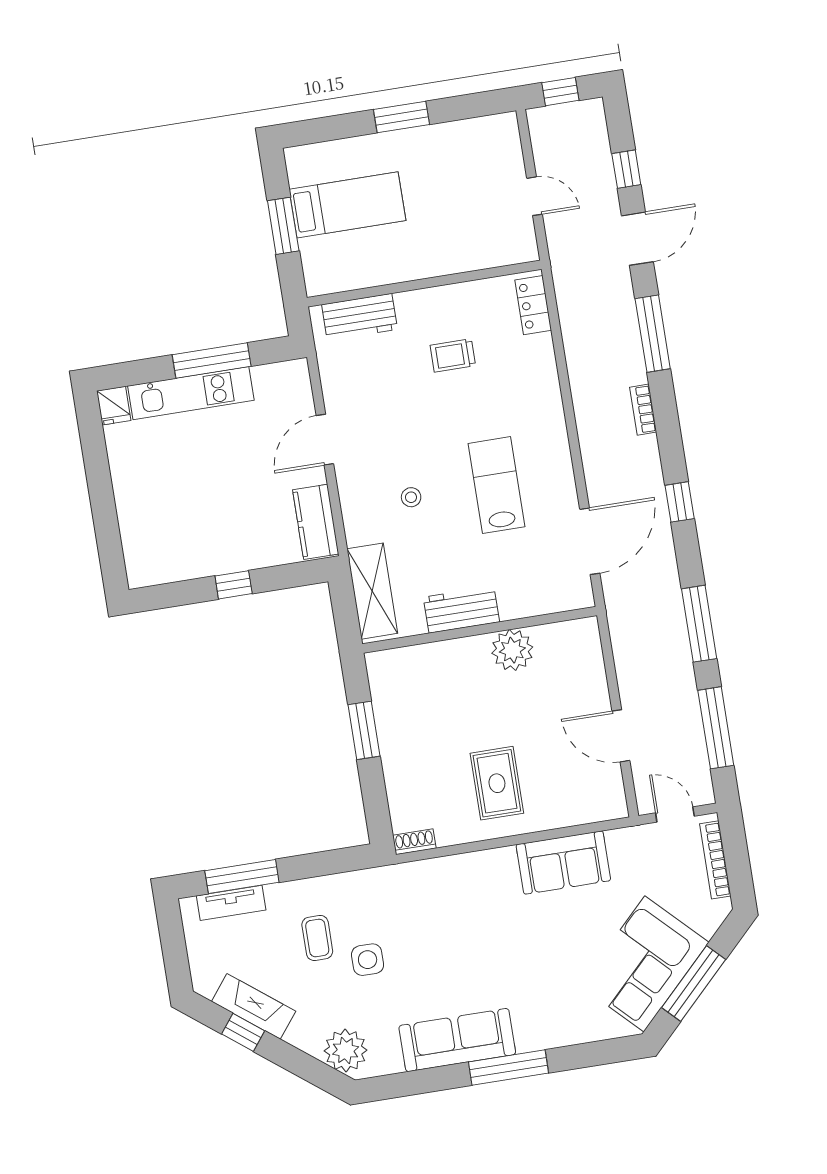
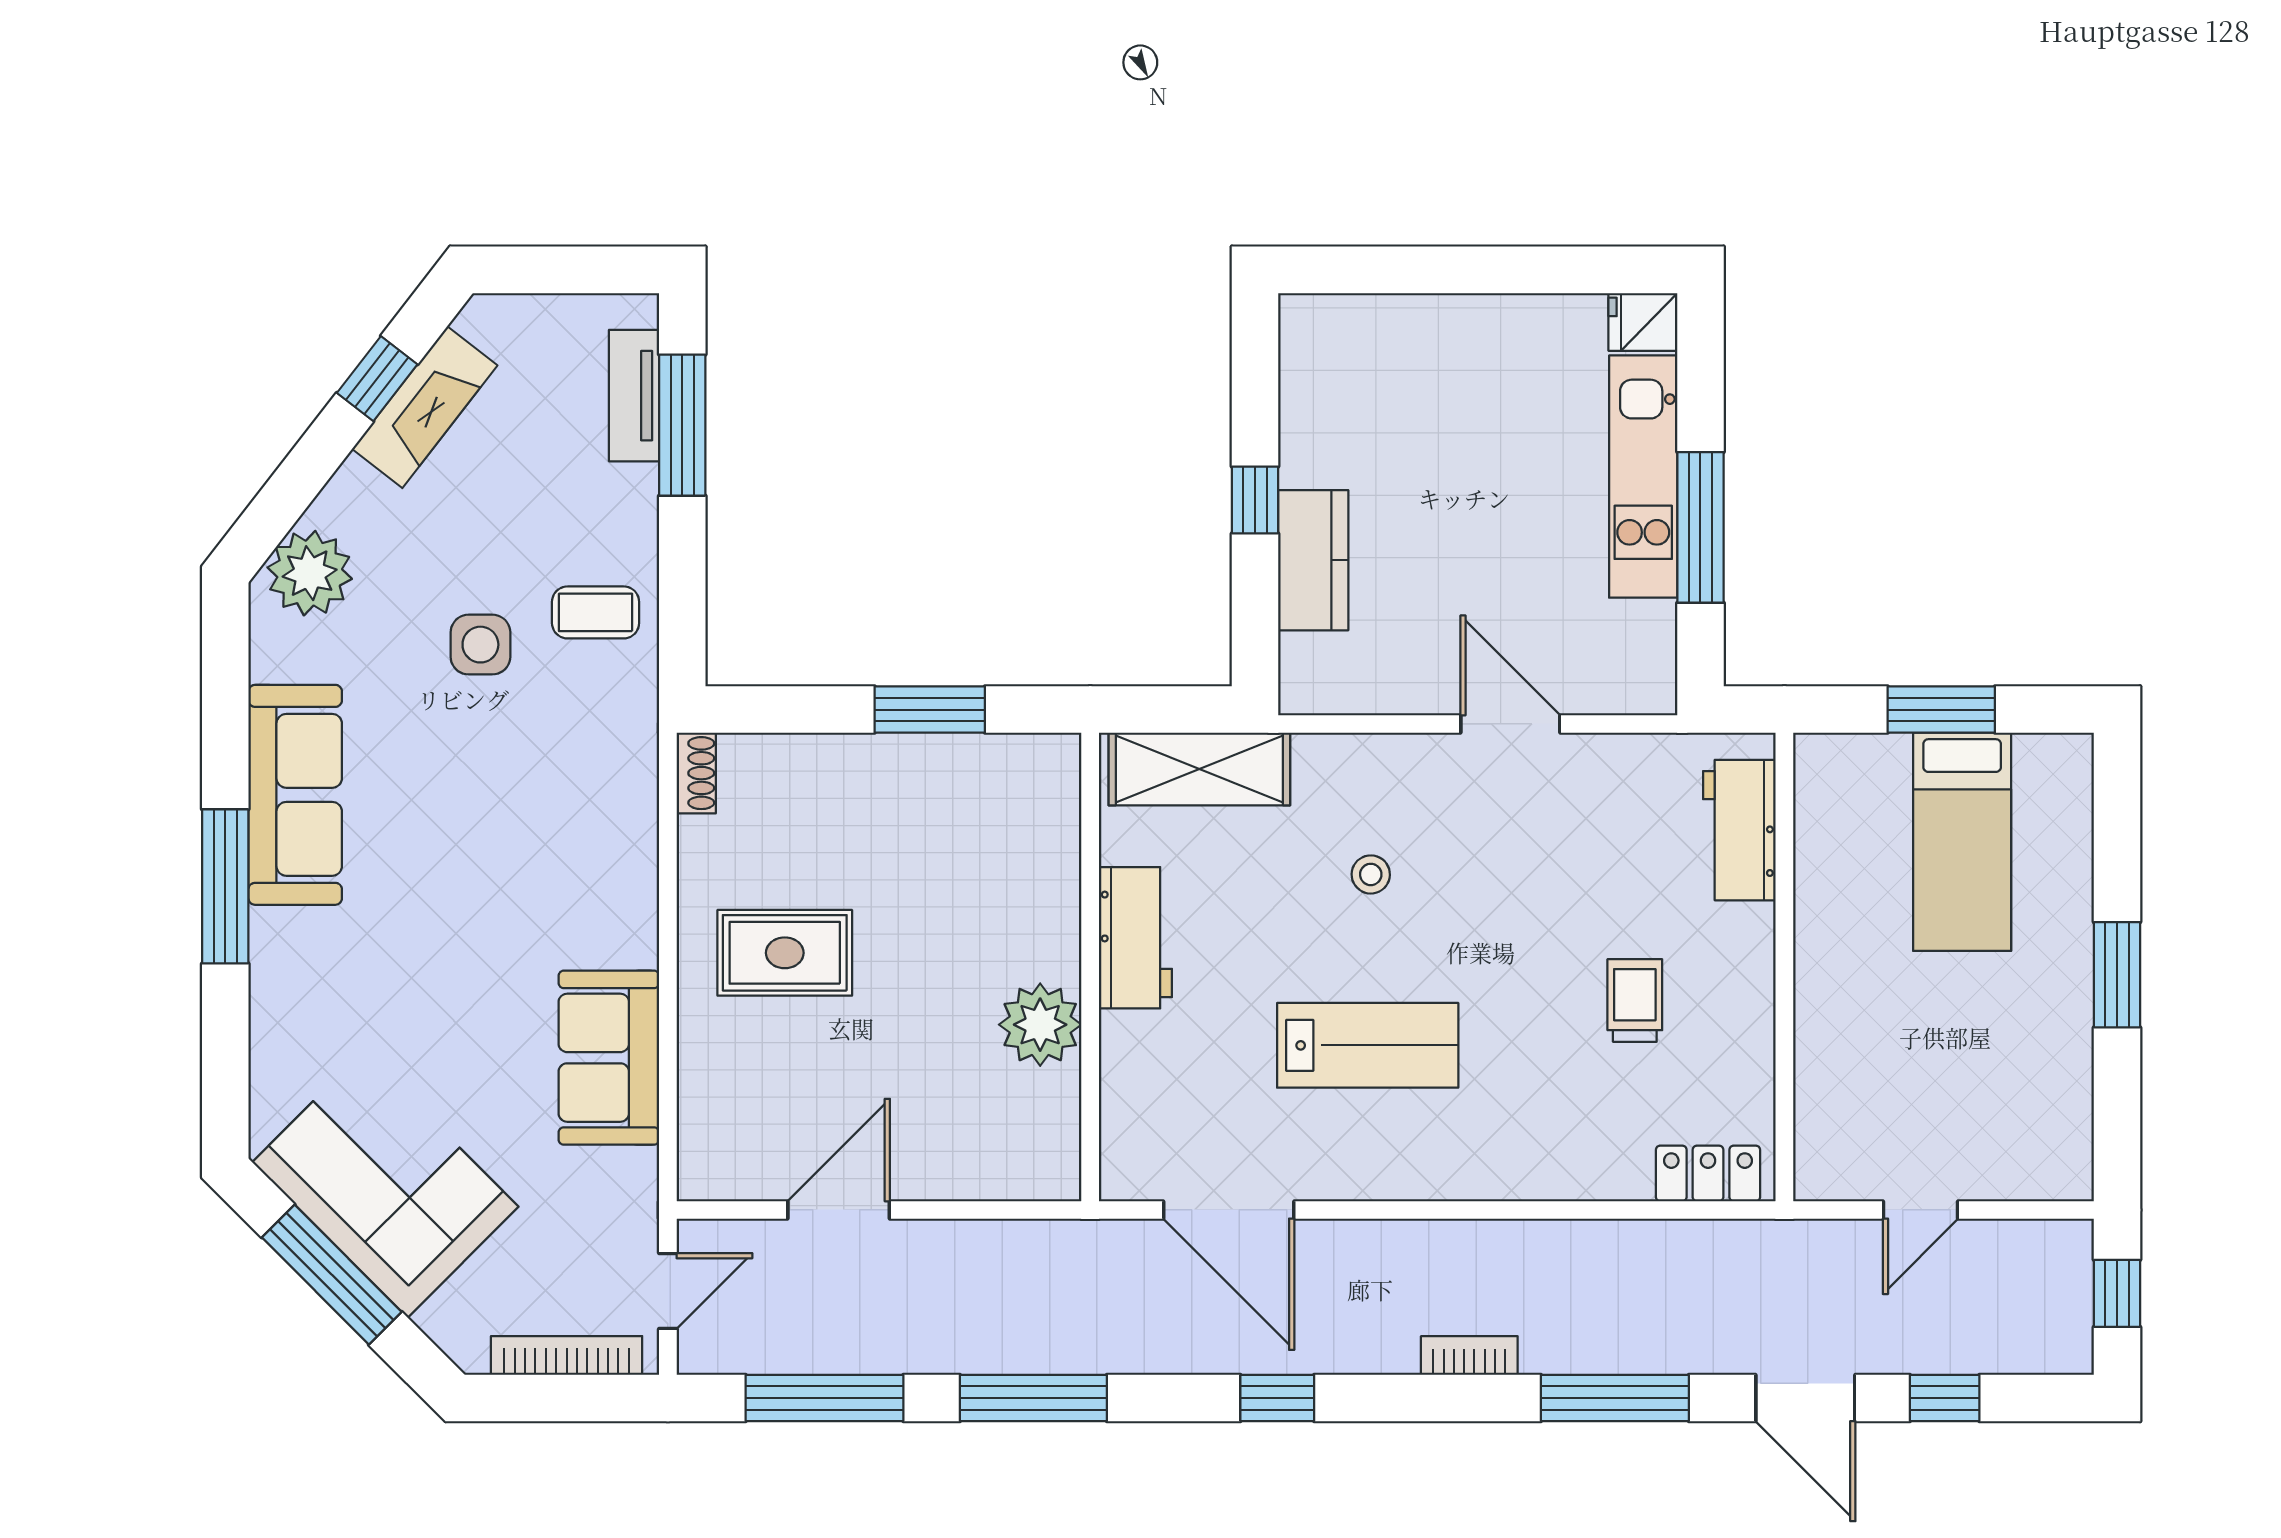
kitchen counter: (316, 522) -> (1313, 560), moved, turned 90
coffee table: (317, 938) -> (596, 612), moved

